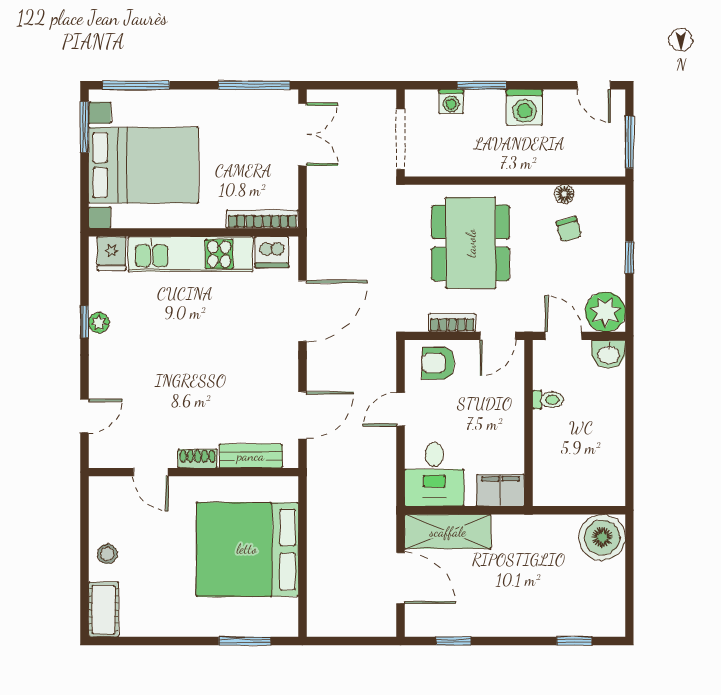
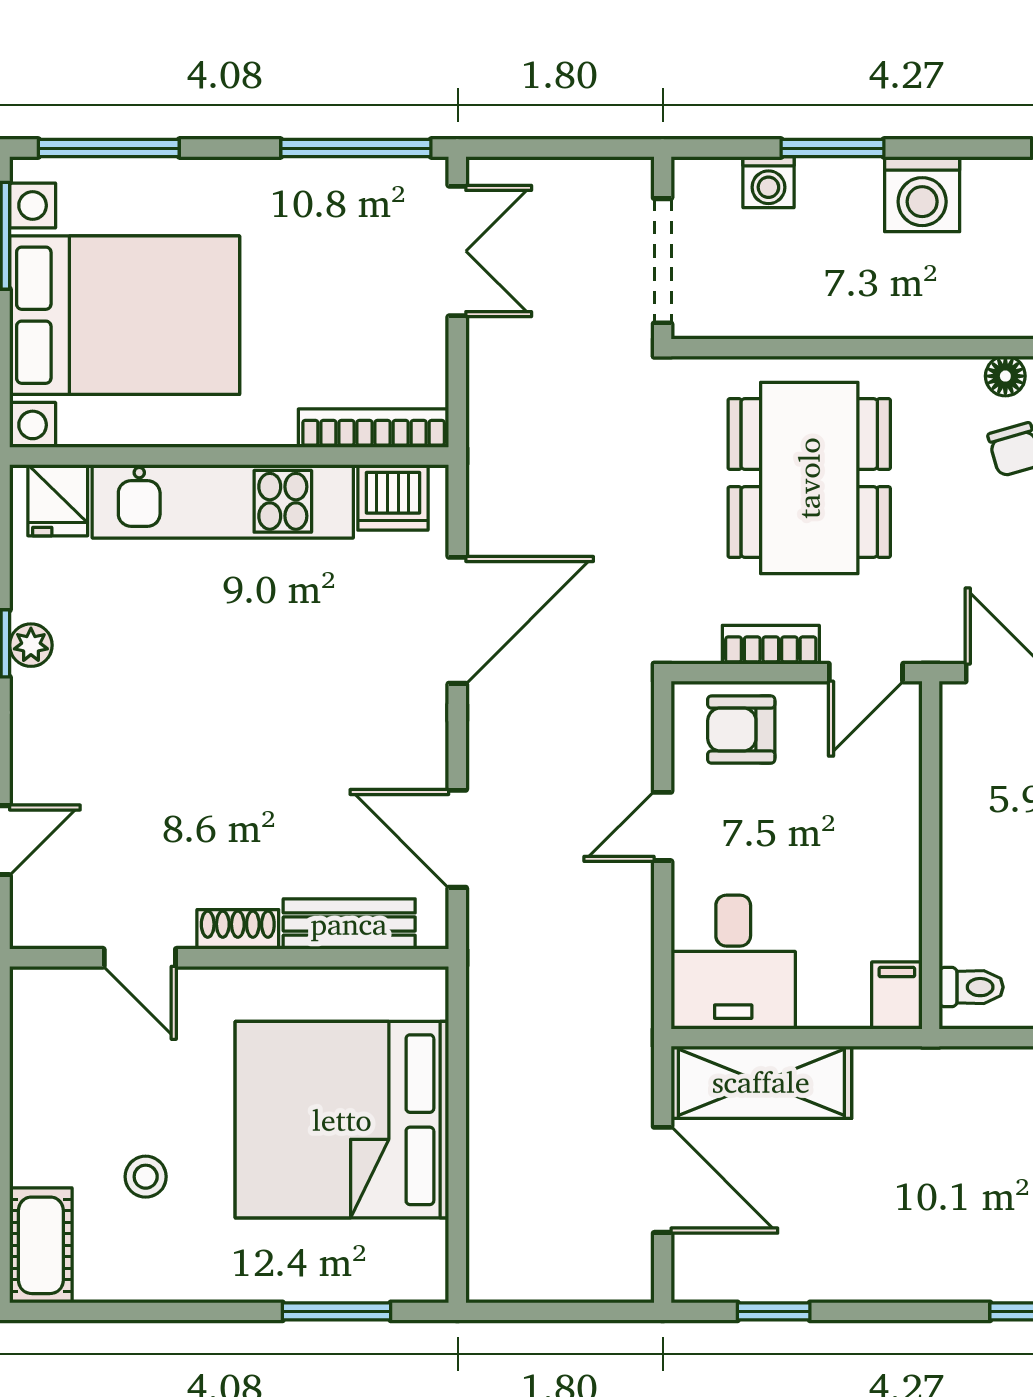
toilet: (548, 400) -> (971, 987), moved
door: (302, 415) -> (457, 839), swing flipped
filing cabinet: (500, 490) -> (897, 996), width x0.50
stool: (107, 554) -> (146, 1177), moved

